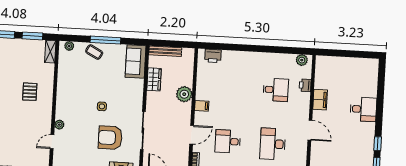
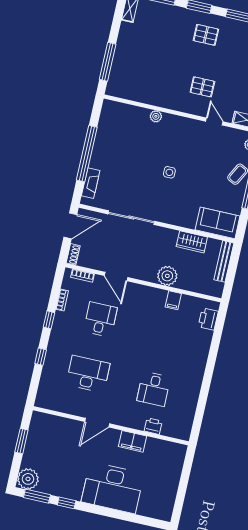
plant: (302, 60) -> (185, 427), removed
filing cabinet: (202, 106) -> (173, 300), moved
desk: (363, 109) -> (113, 488), width x1.87, depth x1.30
armchair: (110, 138) -> (129, 176), removed
door: (52, 142) -> (214, 122), moved

